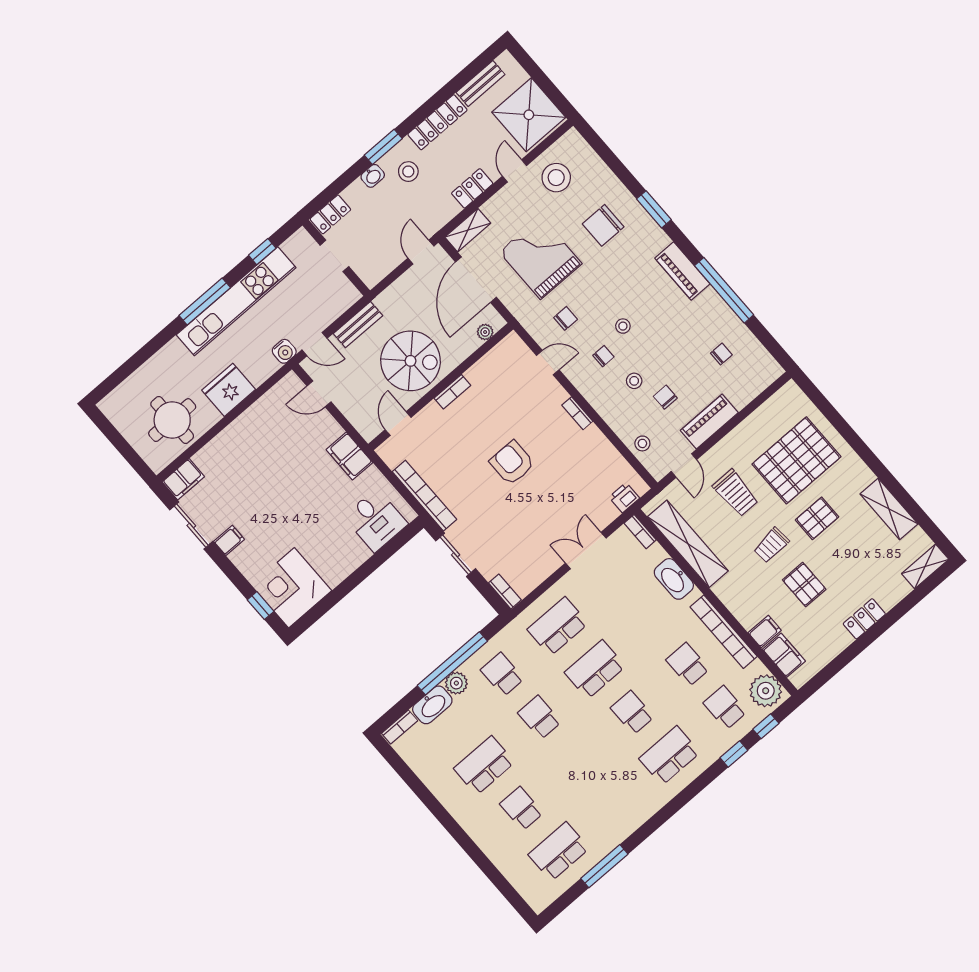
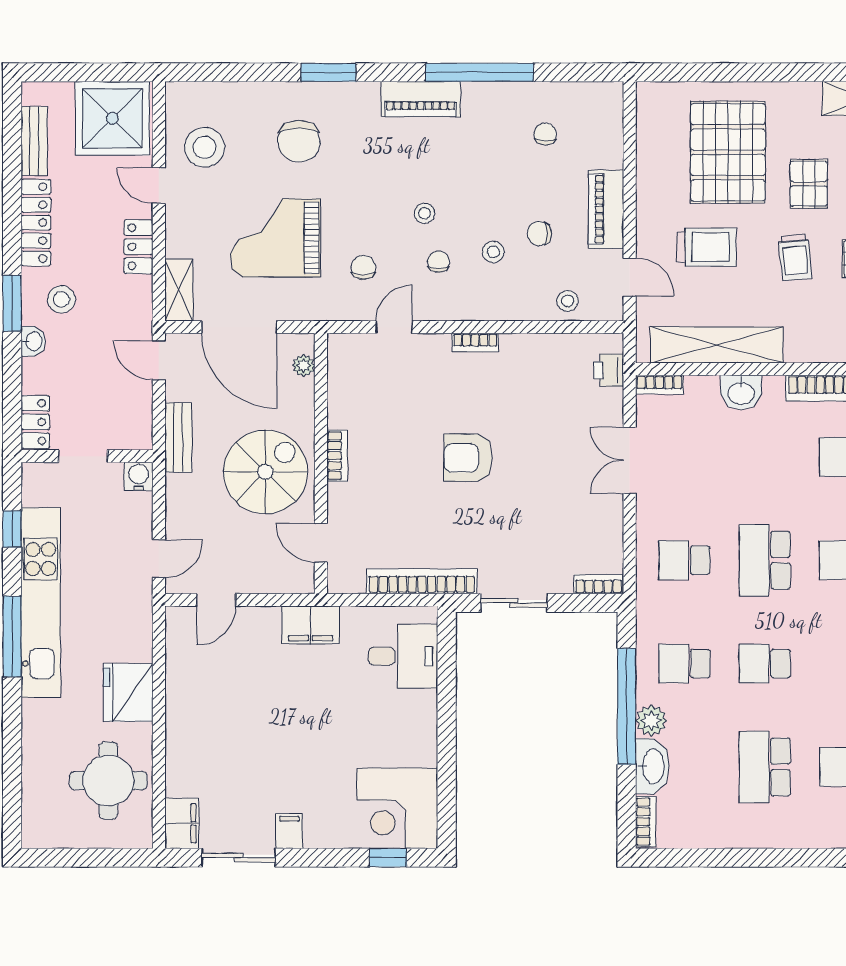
bench: (358, 325) -> (178, 437), moved
water cooler: (284, 351) -> (139, 476), moved, turned -90
washbasin: (674, 579) -> (741, 392), width x0.72
school desk: (558, 626) -> (684, 560), width x0.54

